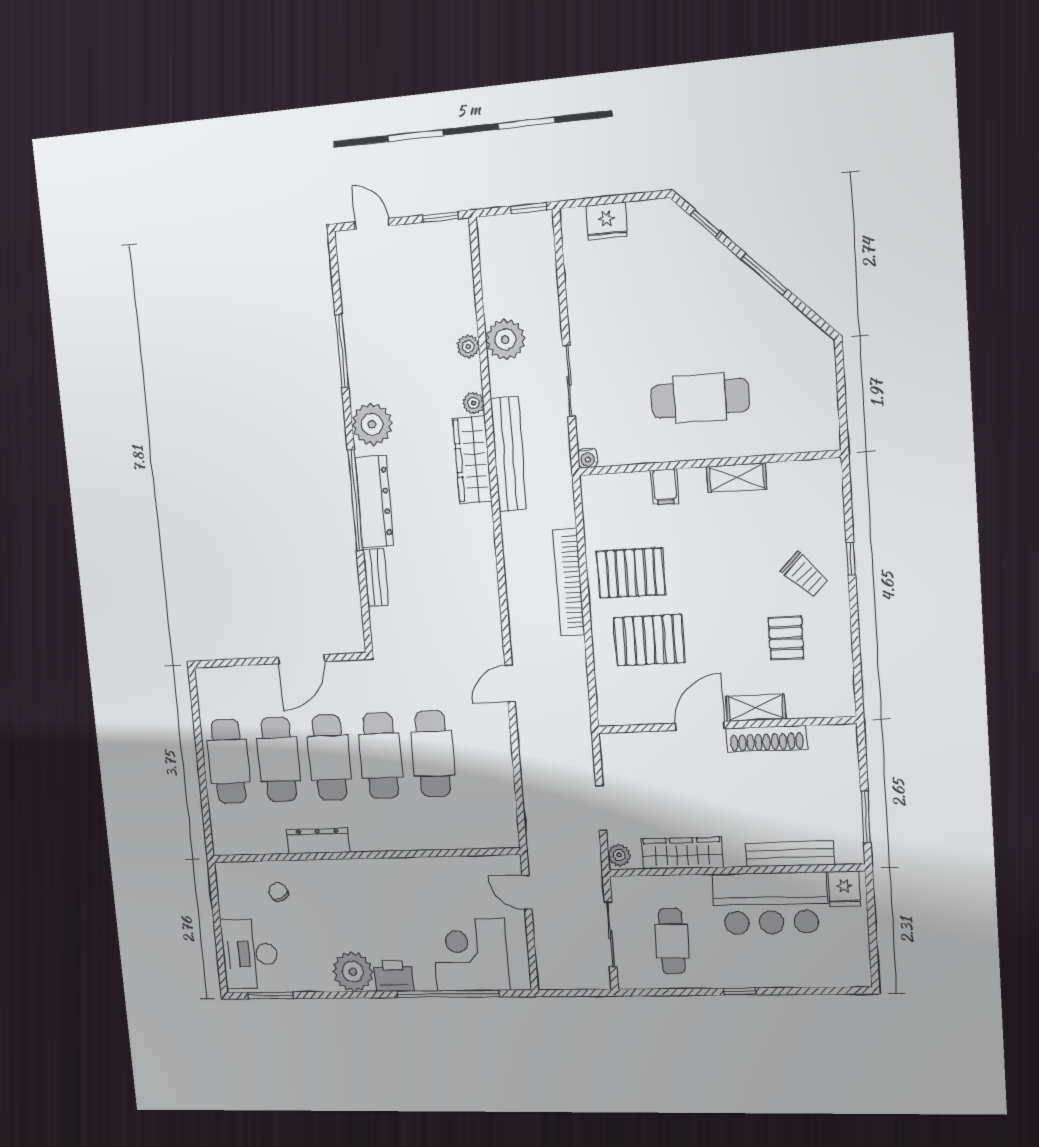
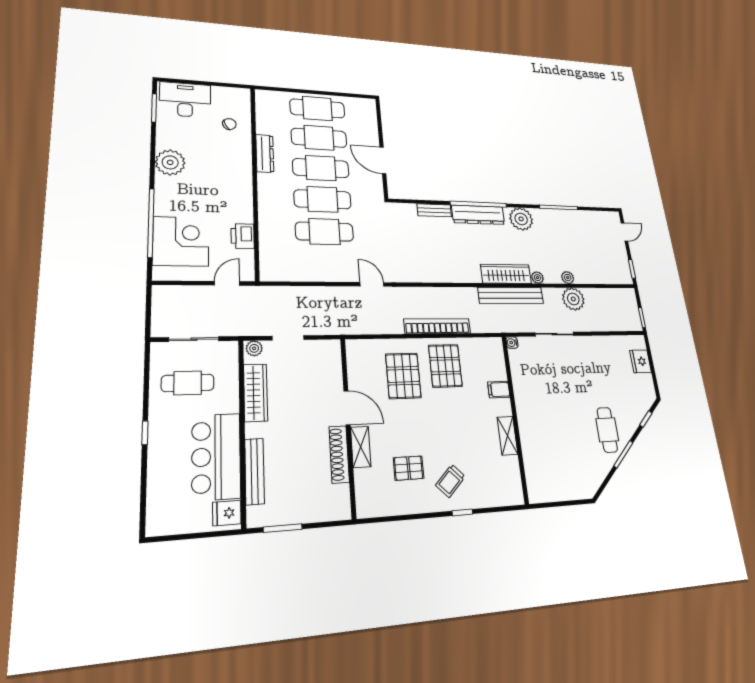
cafe table: (700, 398) -> (607, 430), moved, width x0.73, depth x0.74
printer: (394, 976) -> (243, 236), moved, turned 180

